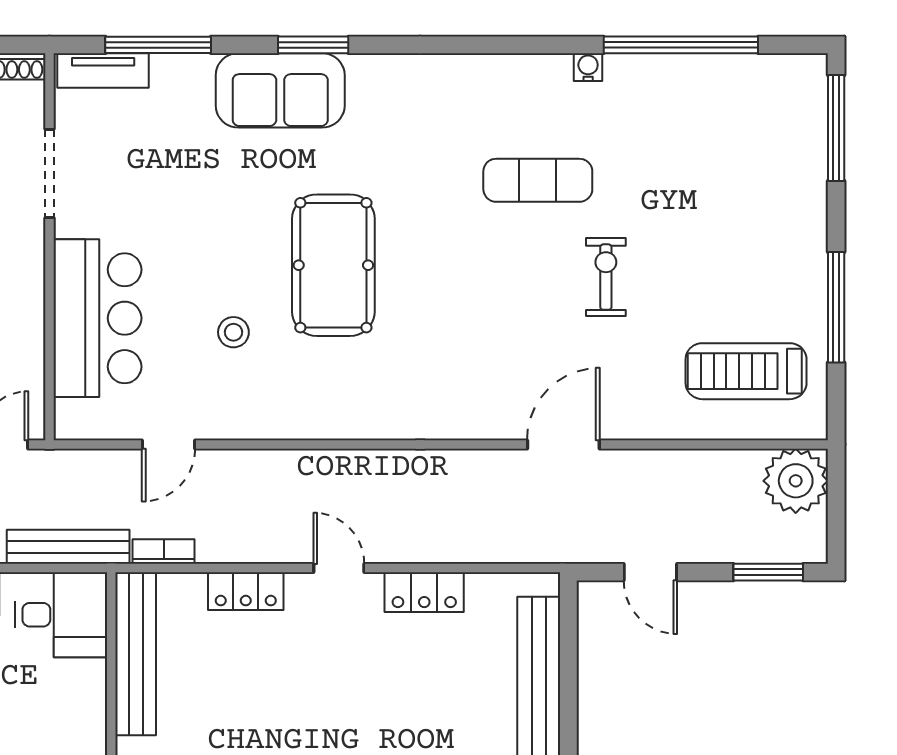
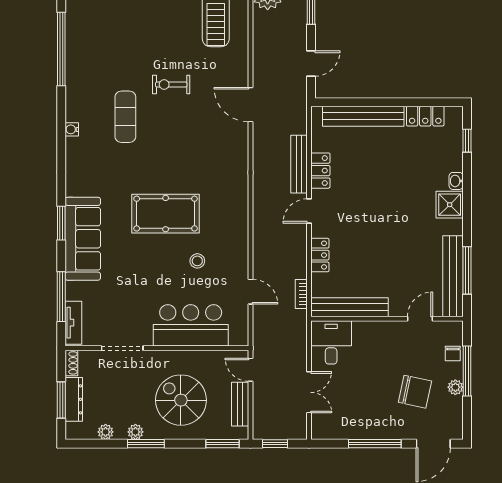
water cooler: (588, 67) -> (72, 129), moved
sofa: (280, 90) -> (83, 239), width x1.36
bench: (68, 547) -> (299, 164), moved

